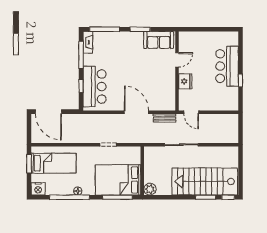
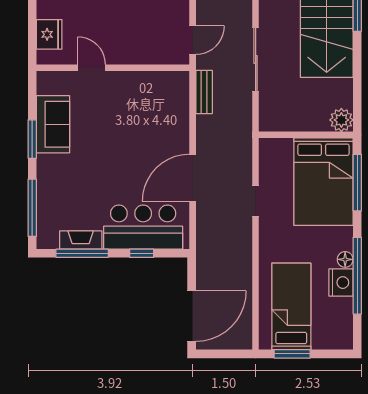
sofa: (159, 40) -> (53, 124), moved
fireplace: (88, 42) -> (81, 240), moved
fridge: (185, 81) -> (49, 34), moved, turned 90
door: (136, 112) -> (193, 178), moved
nightstand: (38, 189) -> (341, 283), moved

